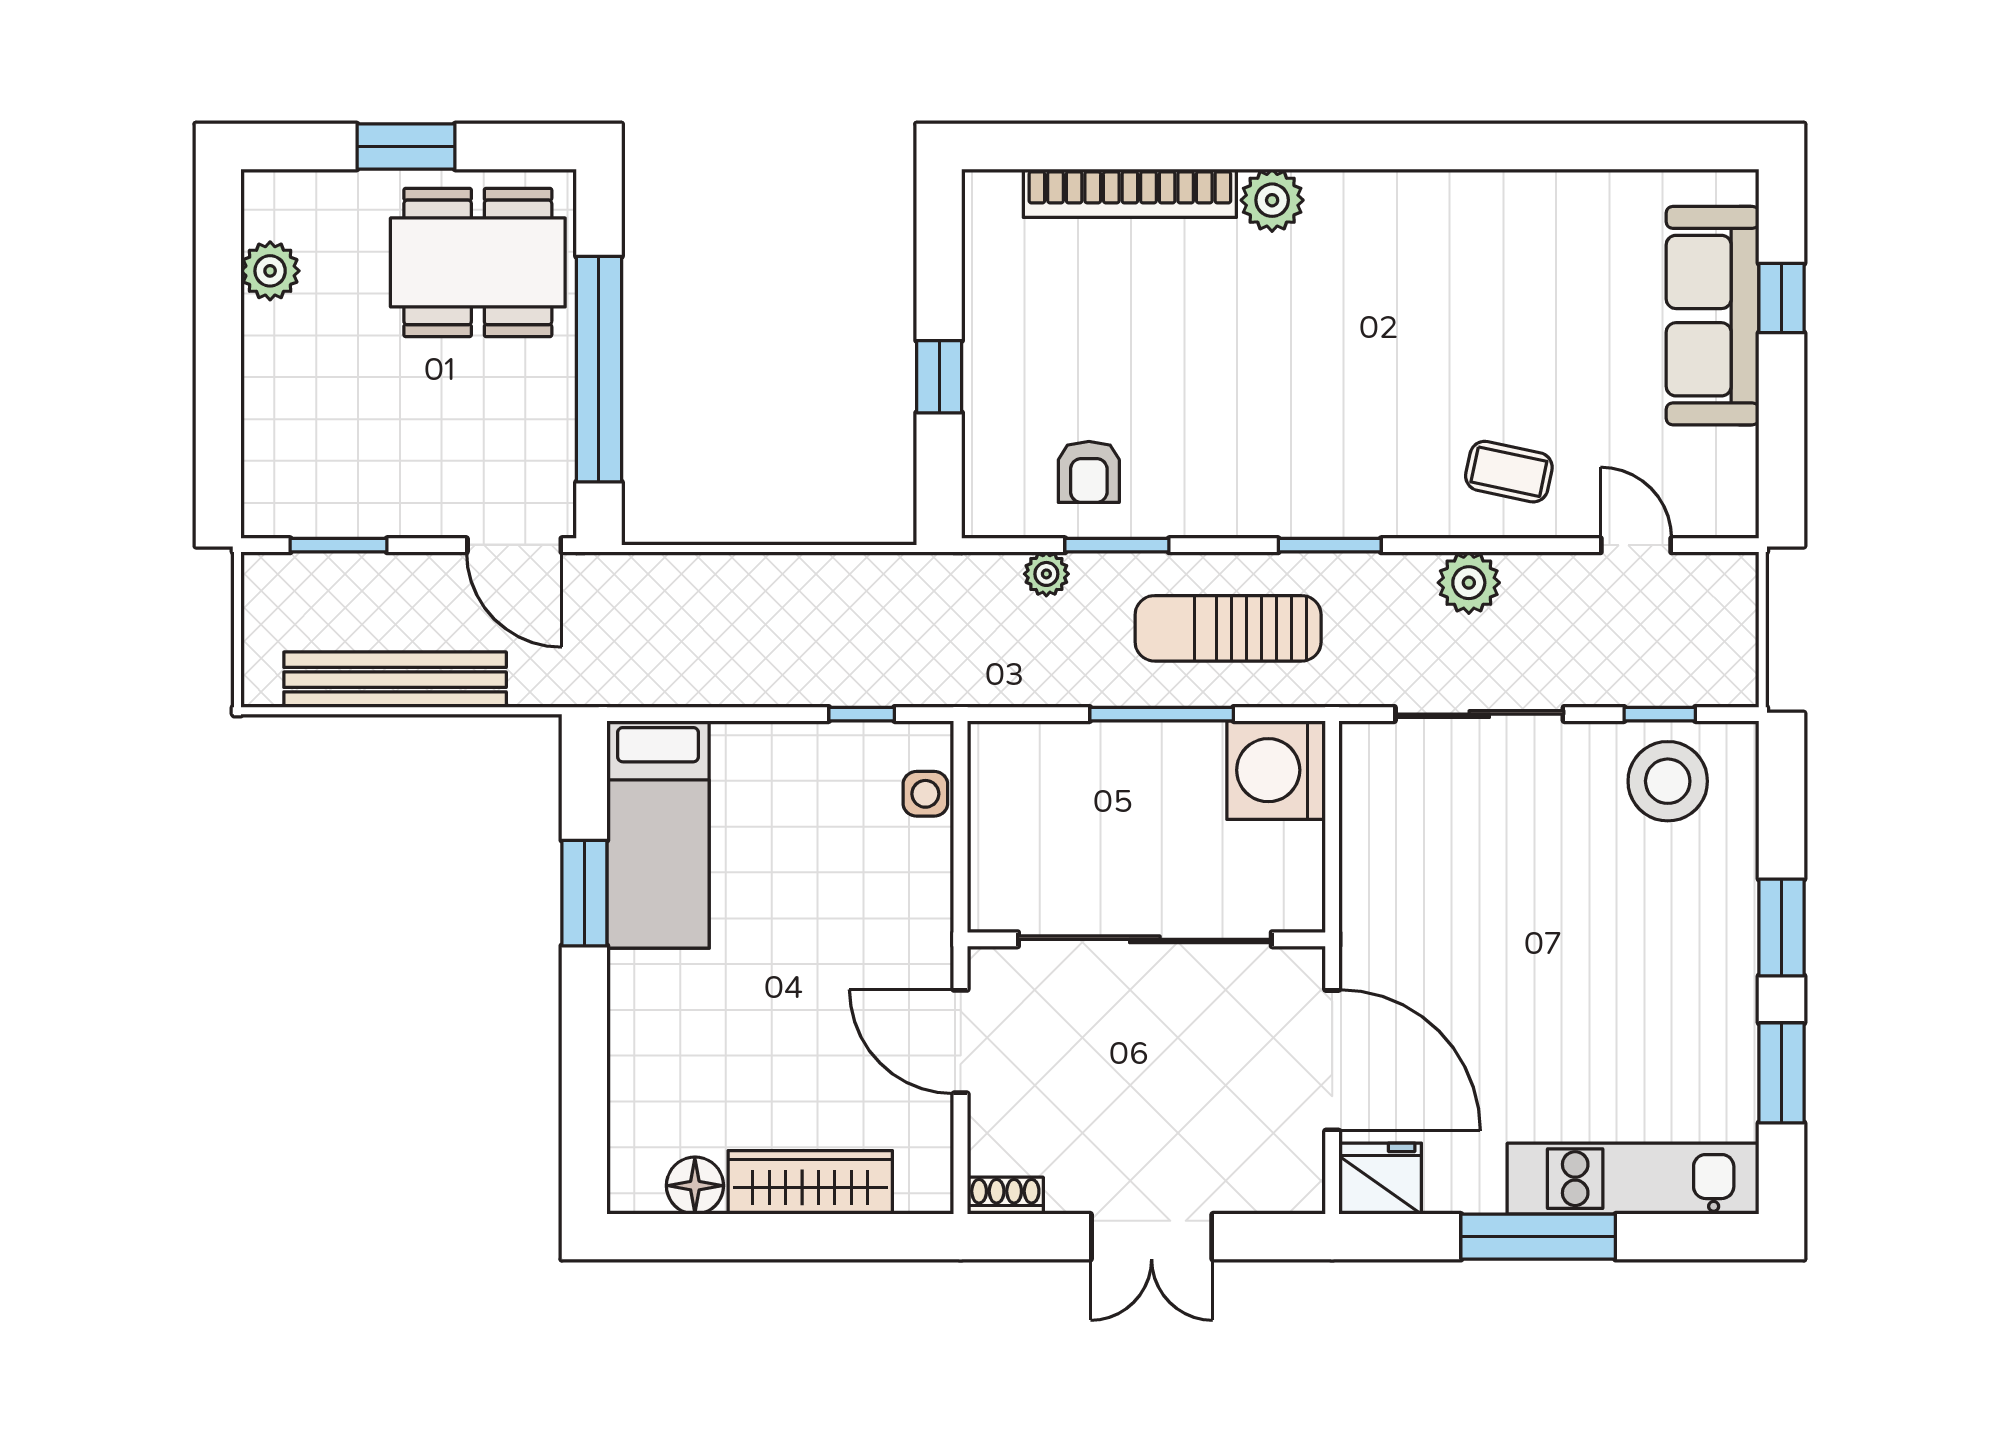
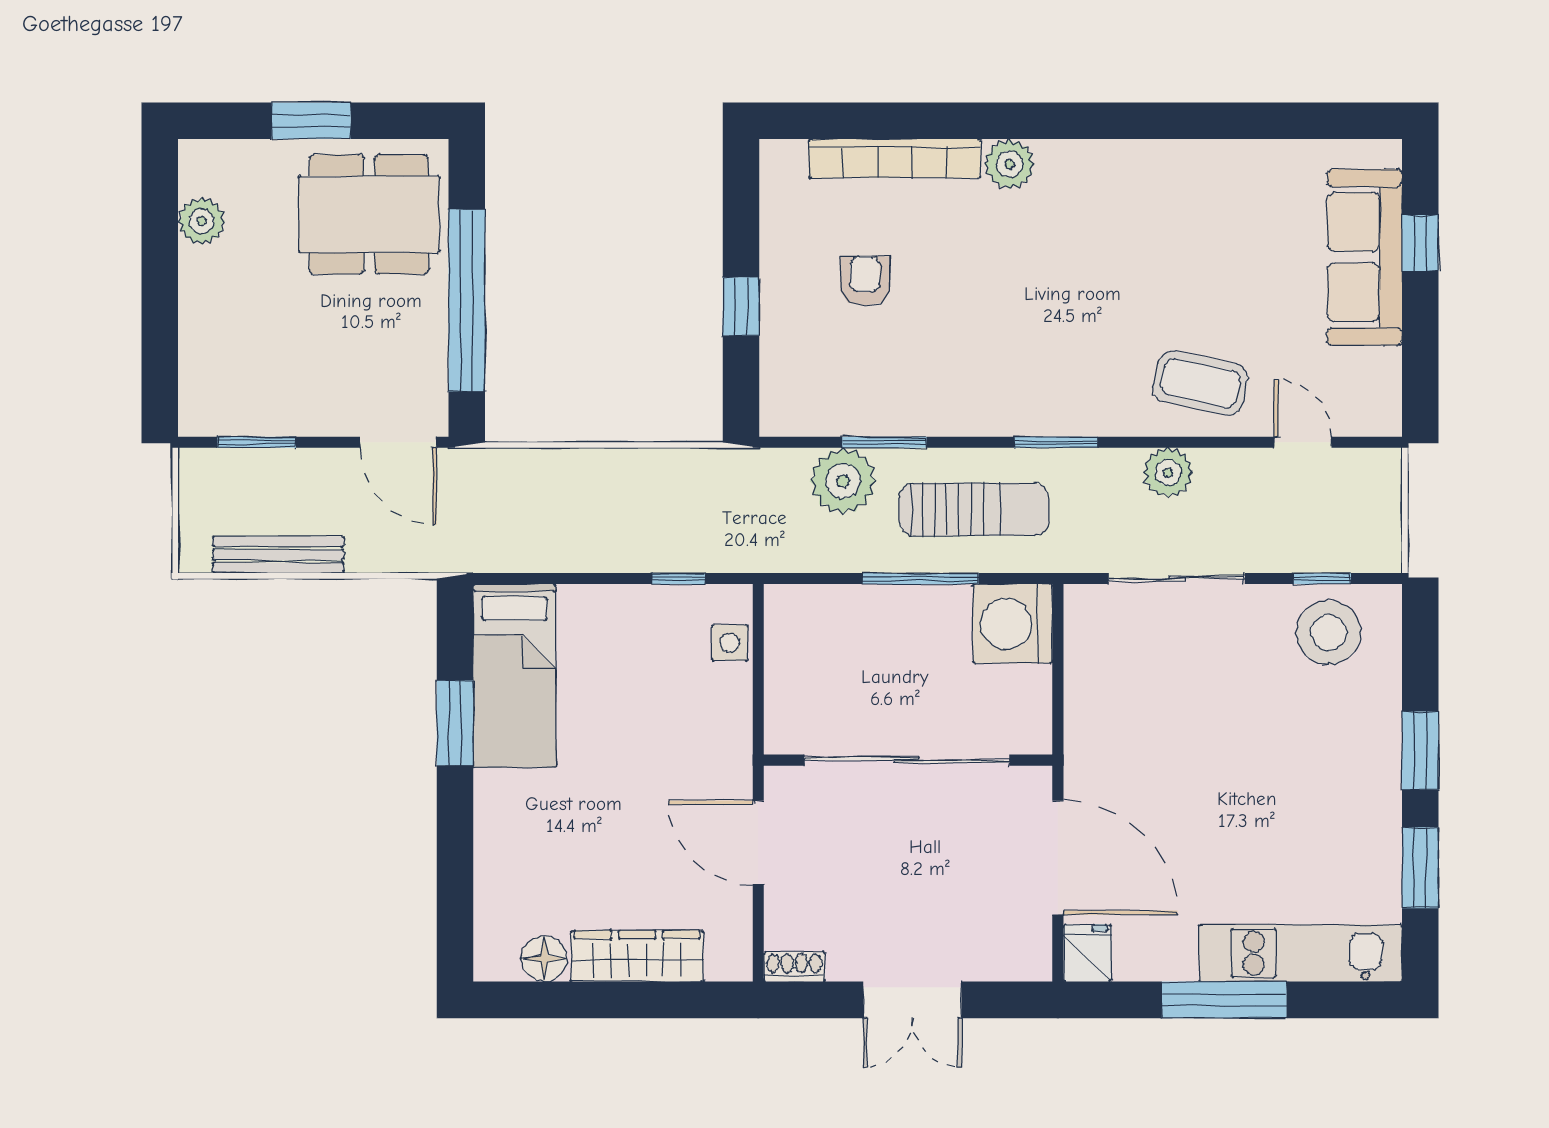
armchair: (1089, 472) -> (865, 281), moved, turned 180
coffee table: (1509, 472) -> (1200, 383), width x1.36, depth x1.30
plant: (1046, 574) -> (843, 481), width x1.88, depth x1.88
sun lounger: (1228, 628) -> (974, 509), turned 180
bench: (395, 680) -> (278, 555), width x0.73, depth x0.82
fridge: (1380, 1179) -> (1087, 953), width x0.72

